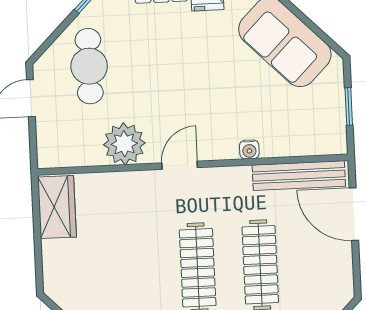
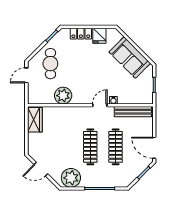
door: (180, 165) -> (100, 105), moved
door: (354, 214) -> (154, 148), moved

